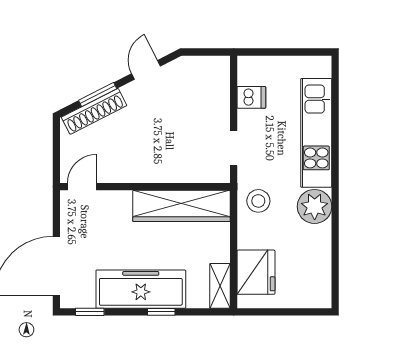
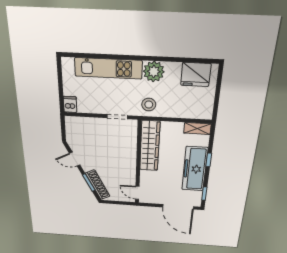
dishwasher: (251, 97) -> (70, 104), moved
fridge: (256, 272) -> (196, 75), moved, turned 180

